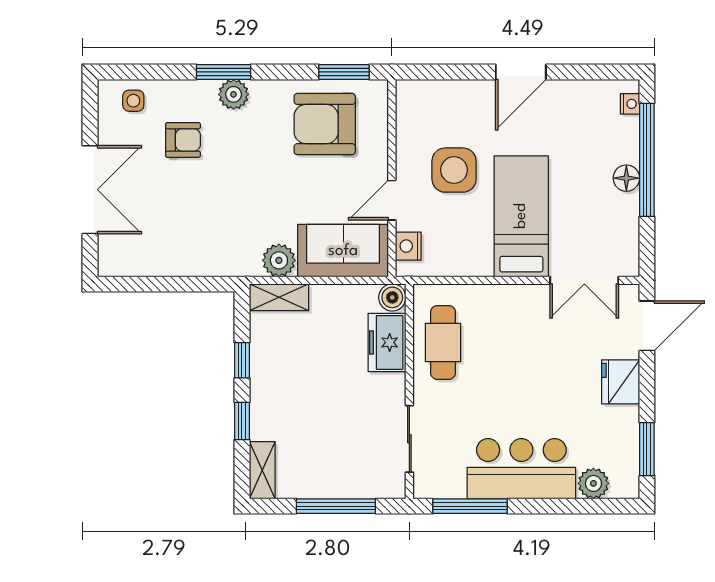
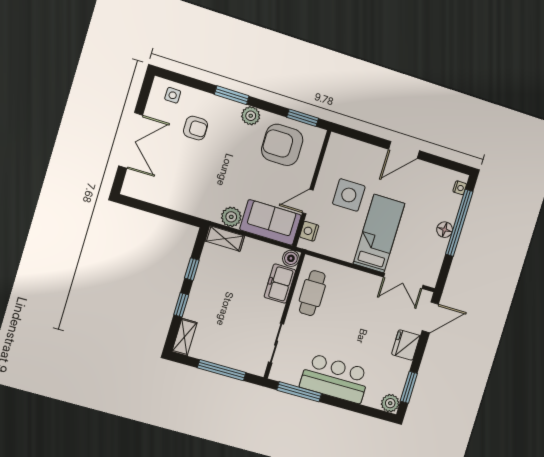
plant: (234, 94) -> (251, 116), moved
plant: (593, 483) -> (390, 403), moved

